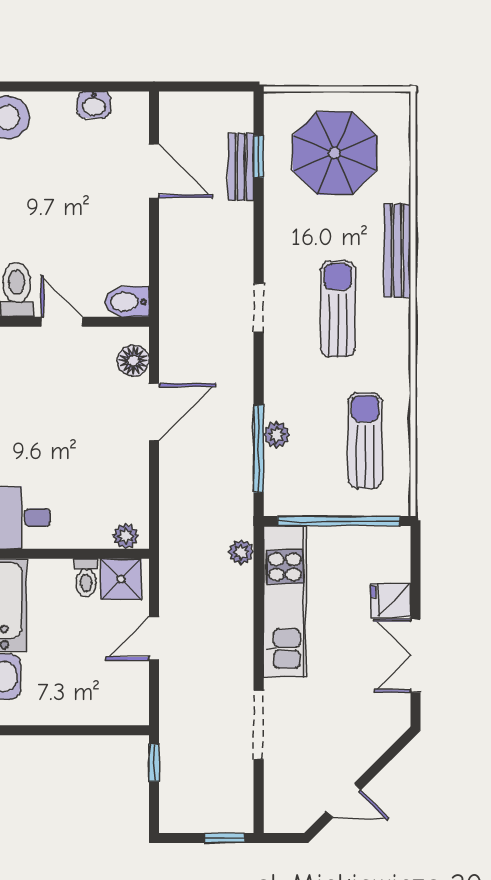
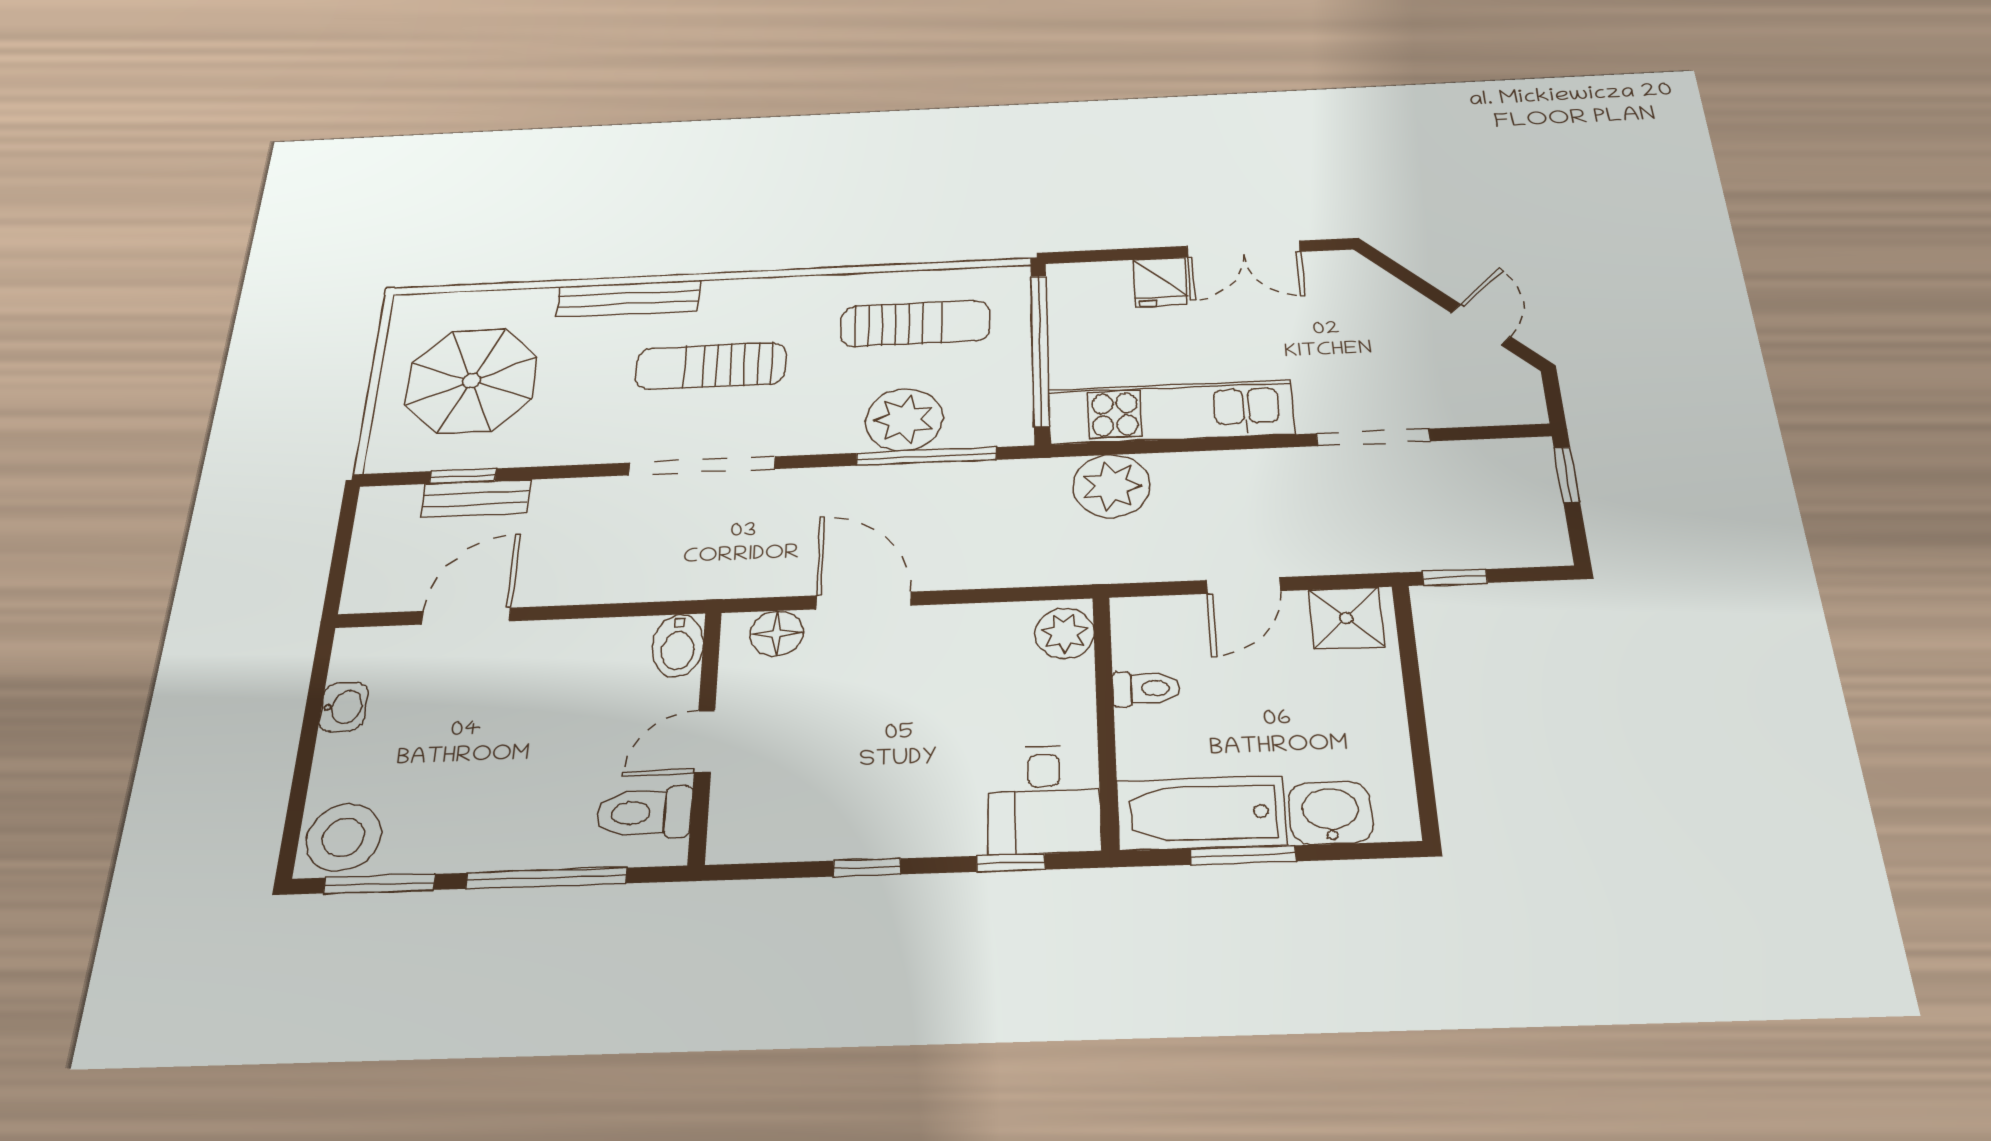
doorway: (259, 308) -> (702, 466), width x1.88
plant: (277, 435) -> (904, 420), width x1.87, depth x1.87
sun lounger: (365, 441) -> (915, 324), turned 180
plant: (126, 536) -> (1064, 633), width x1.38, depth x1.38
plant: (241, 552) -> (1112, 486), width x1.88, depth x1.88
shower: (121, 579) -> (1346, 618), moved
door: (154, 638) -> (1243, 586), hinge flipped

